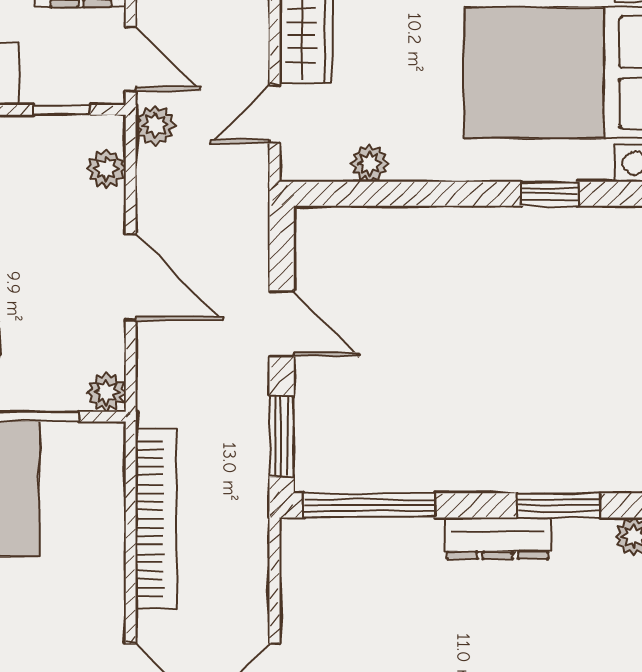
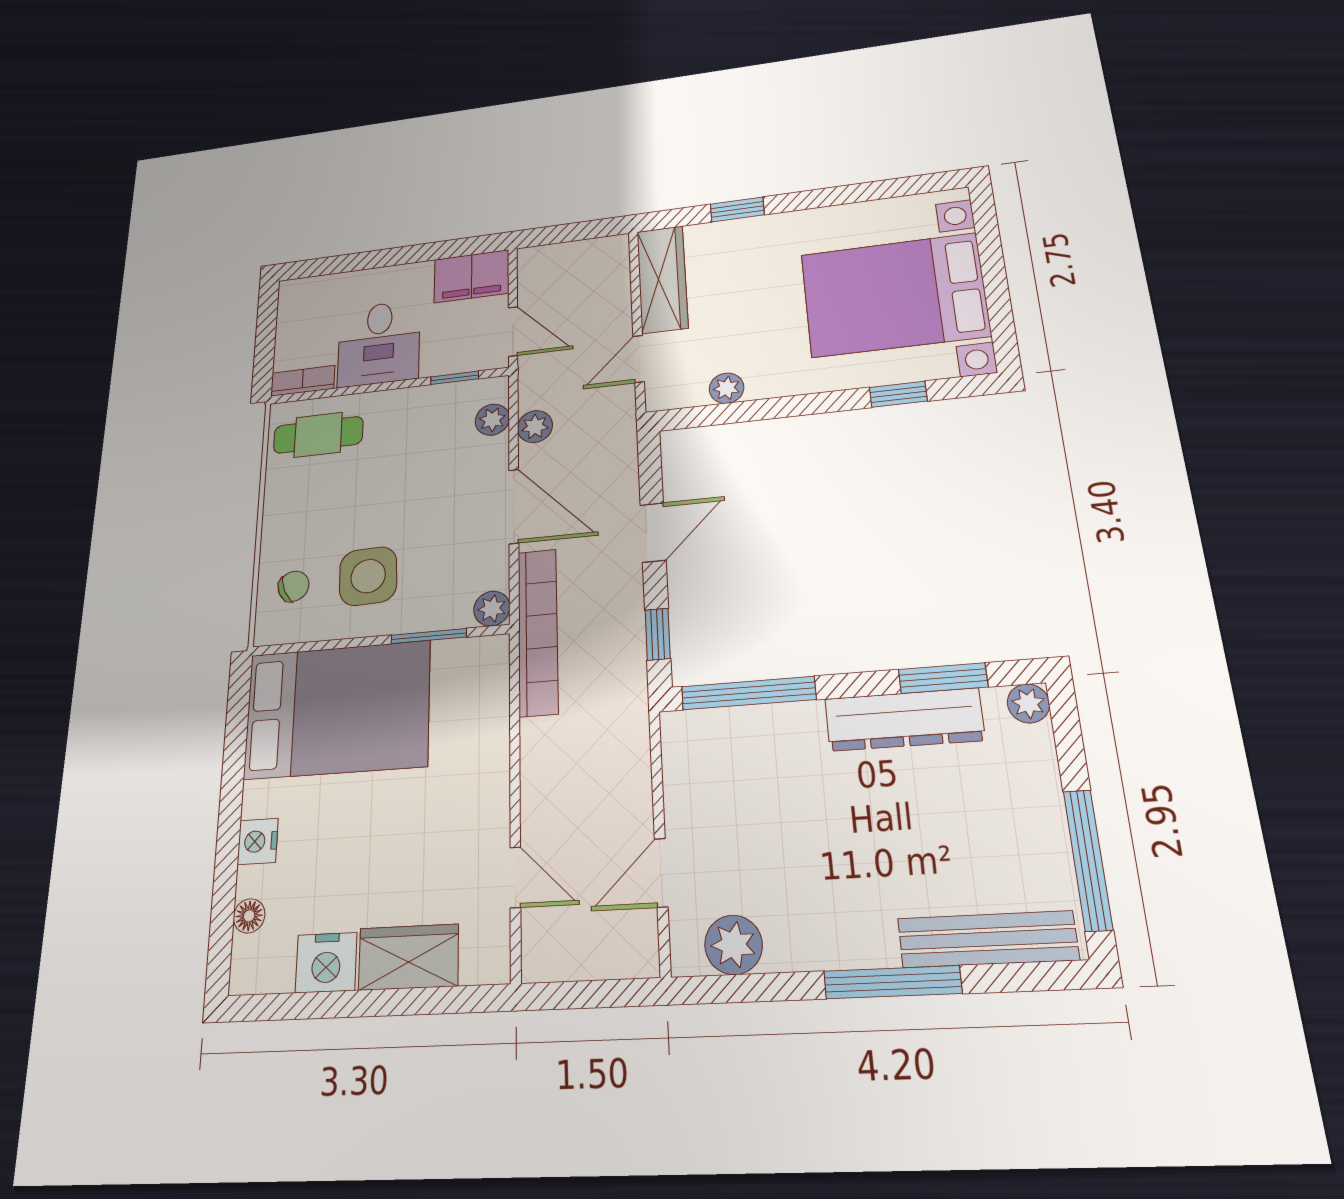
plant: (155, 125) -> (535, 427), moved
door: (282, 324) -> (653, 532), hinge flipped
window: (282, 436) -> (658, 634), width x0.67
bookcase: (156, 519) -> (538, 632), moved
dresser: (498, 538) -> (904, 720), width x1.37, depth x1.24

